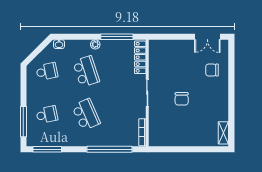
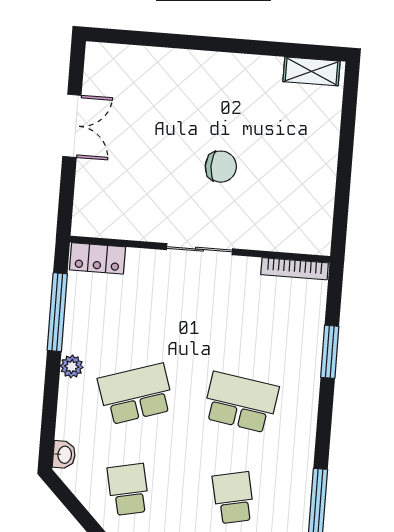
double door: (207, 37) -> (72, 126), moved
locker: (140, 57) -> (97, 258), width x0.66
chair: (212, 70) -> (156, 87), removed
school desk: (86, 115) -> (241, 402), turned 33
window: (110, 149) -> (330, 352), width x0.47

